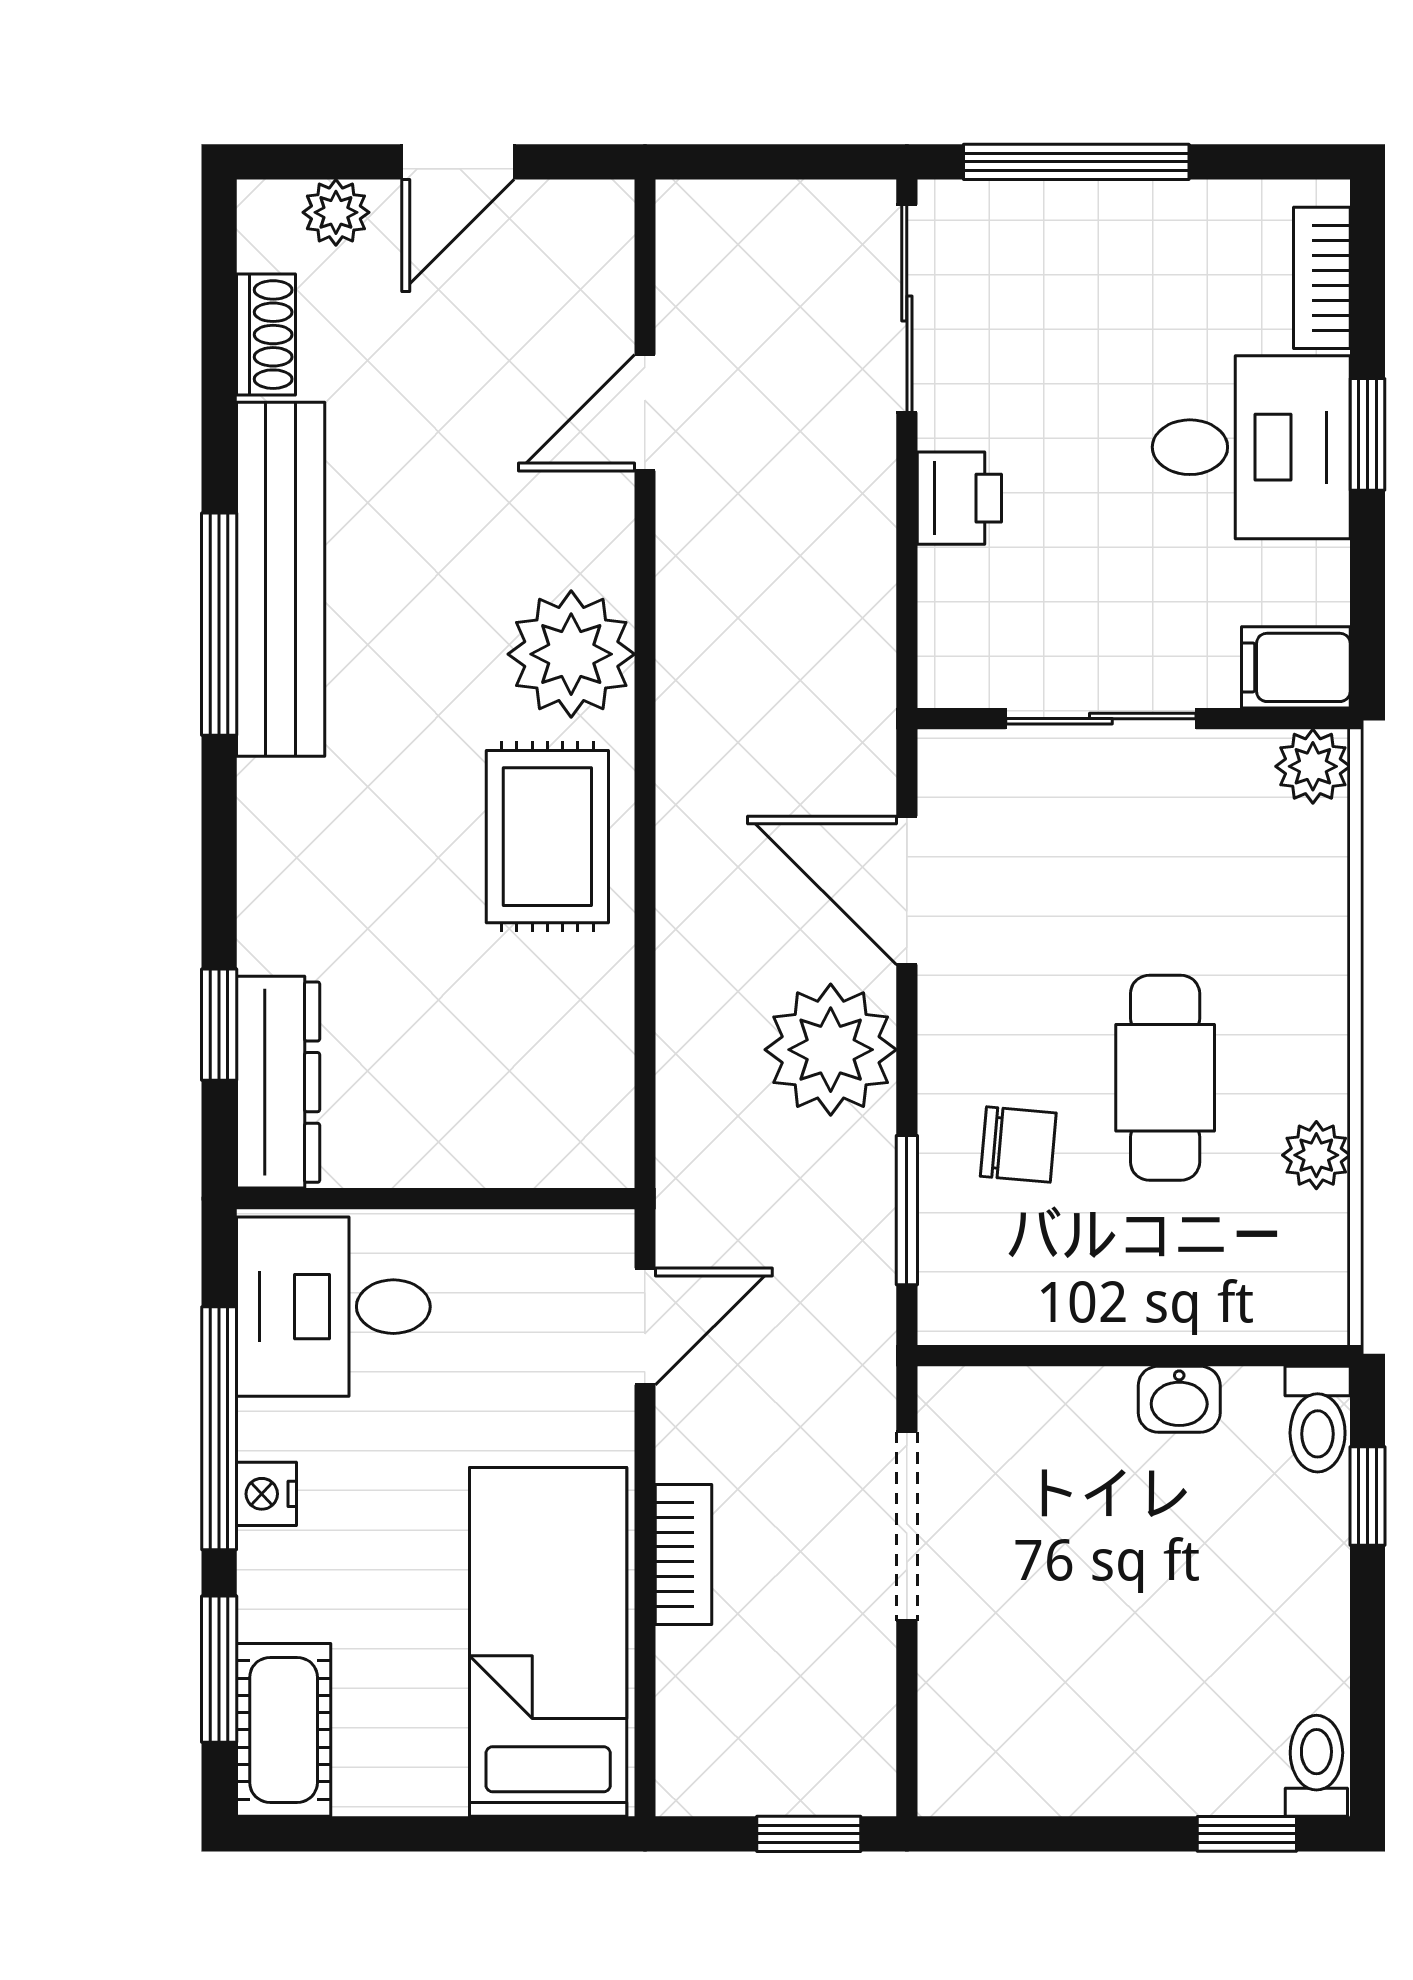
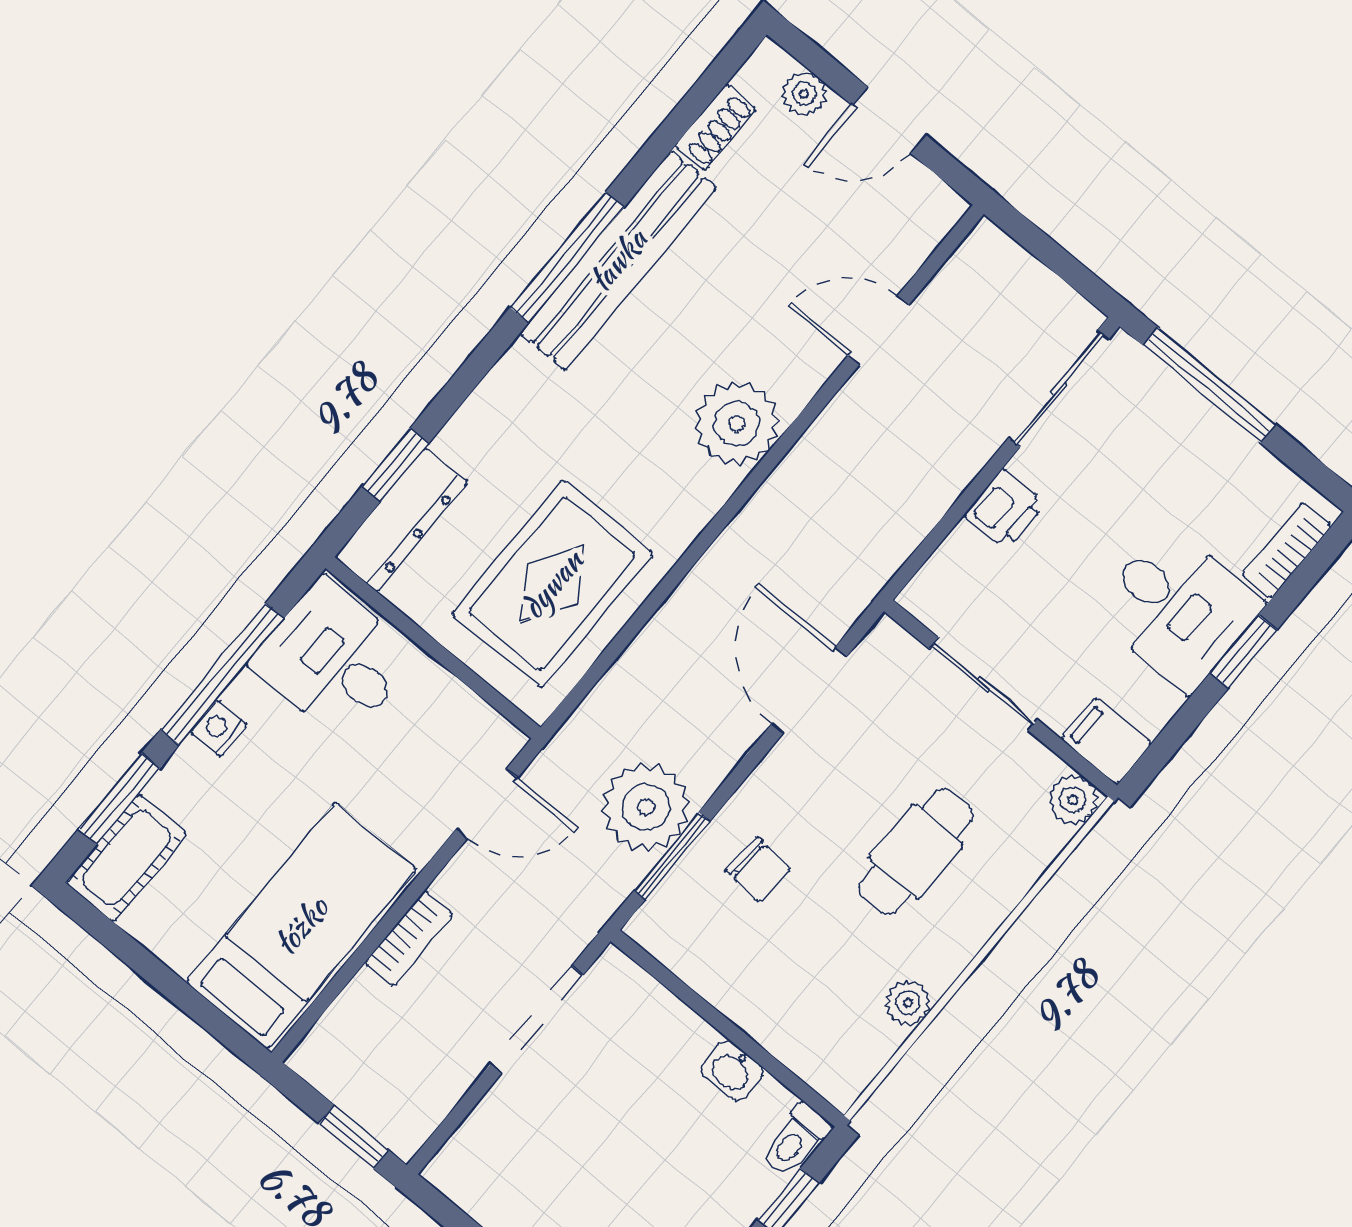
rug: (547, 837) -> (552, 584), moved, width x1.36, depth x1.43
plant: (831, 1050) -> (646, 807), moved
cafe table: (1165, 1078) -> (916, 852), moved

